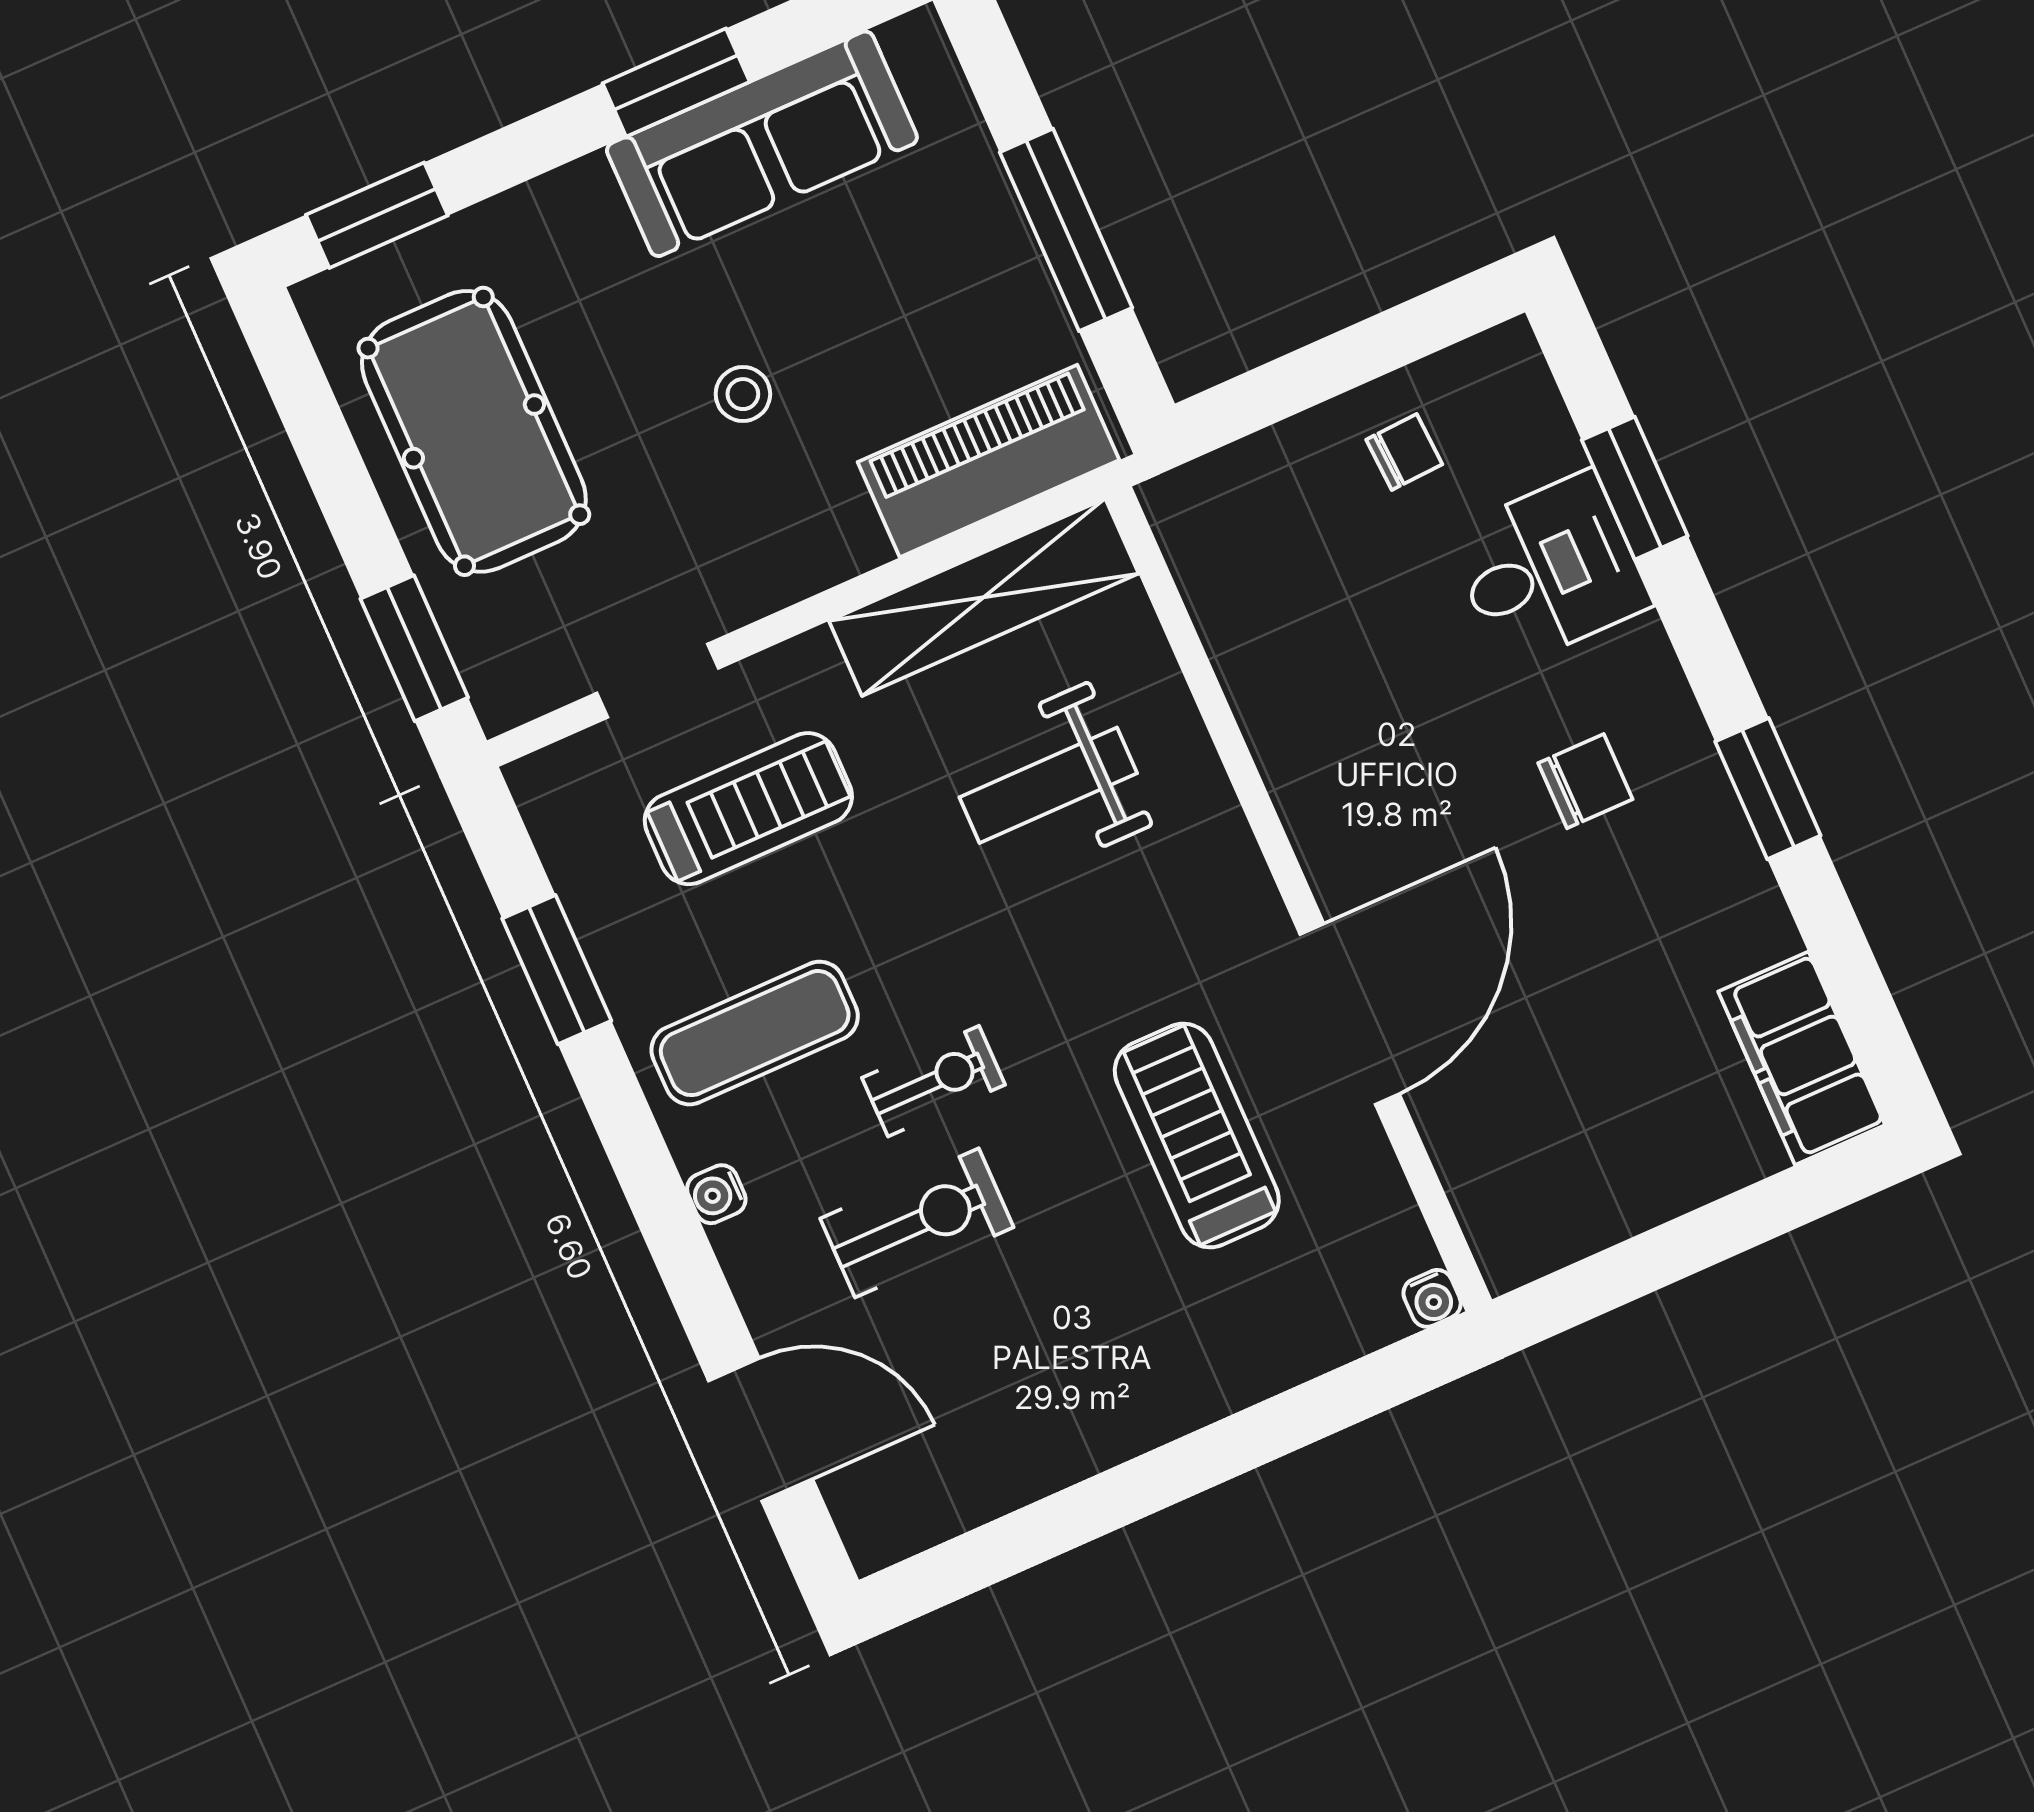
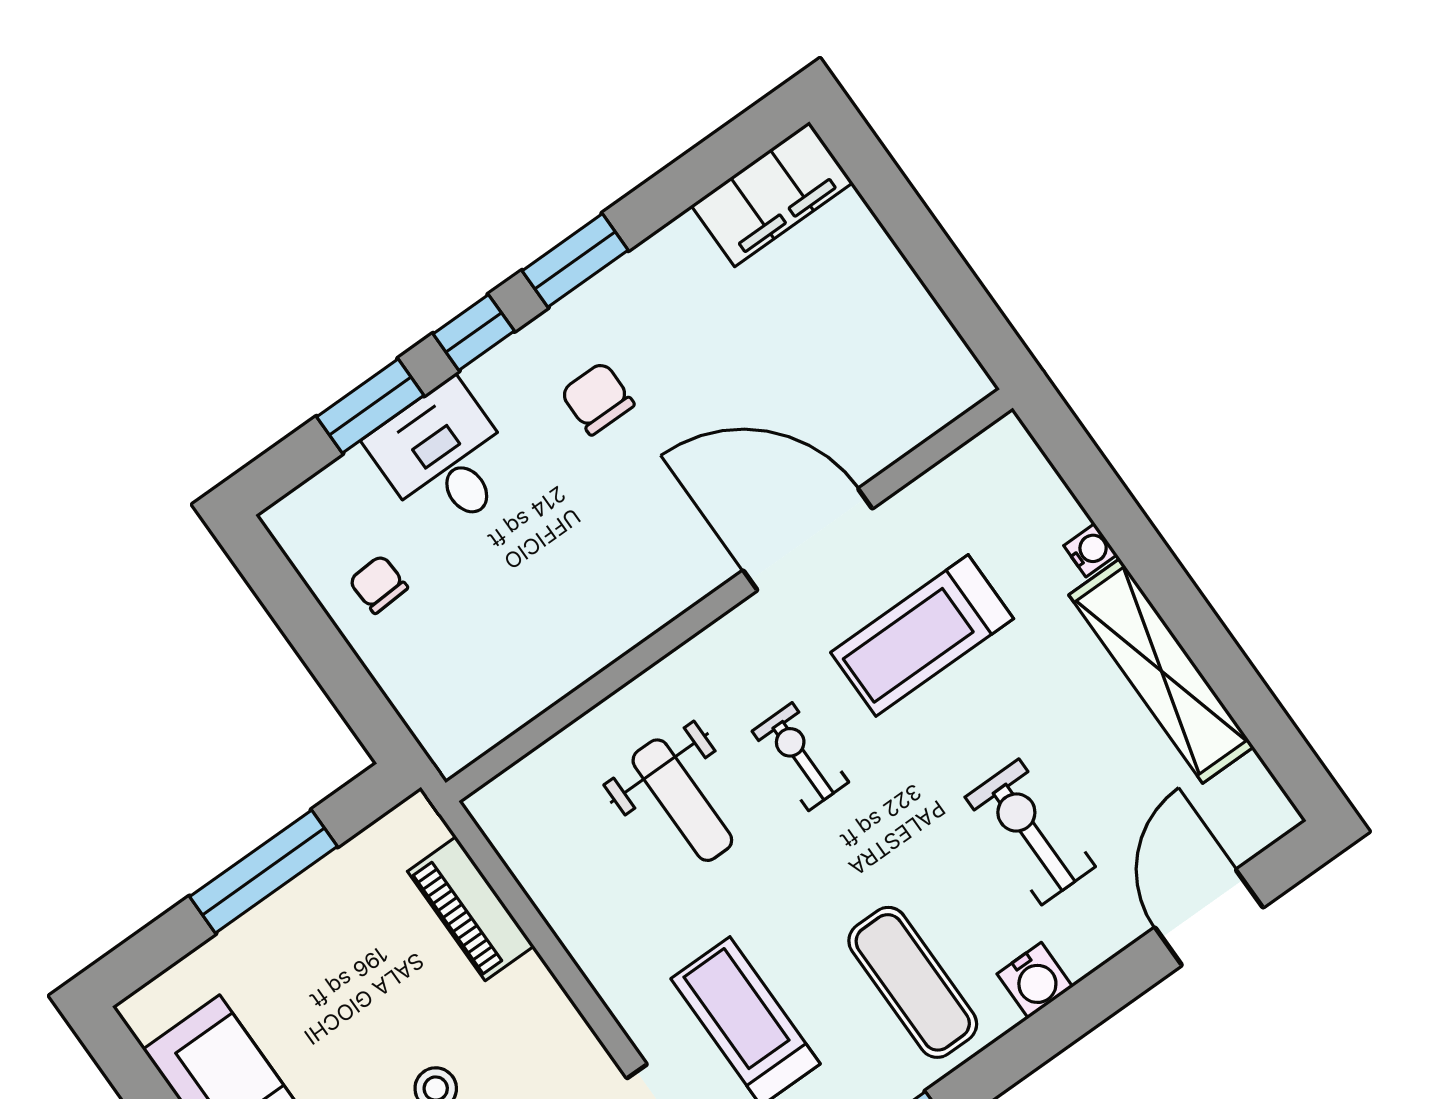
piano: (989, 461) -> (471, 909), width x0.73, depth x0.75
shelving: (984, 597) -> (1161, 671), moved
window: (1702, 640) -> (474, 332), added
exercise bike: (933, 1081) -> (800, 757), moved
water cooler: (716, 1194) -> (1035, 980), width x1.38, depth x1.38
water cooler: (1432, 1298) -> (1091, 550), moved

